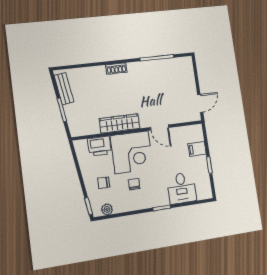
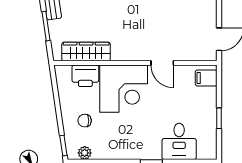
wardrobe: (120, 123) -> (86, 52), moved
filing cabinet: (197, 149) -> (206, 78), moved
chair: (134, 184) -> (121, 128), removed

